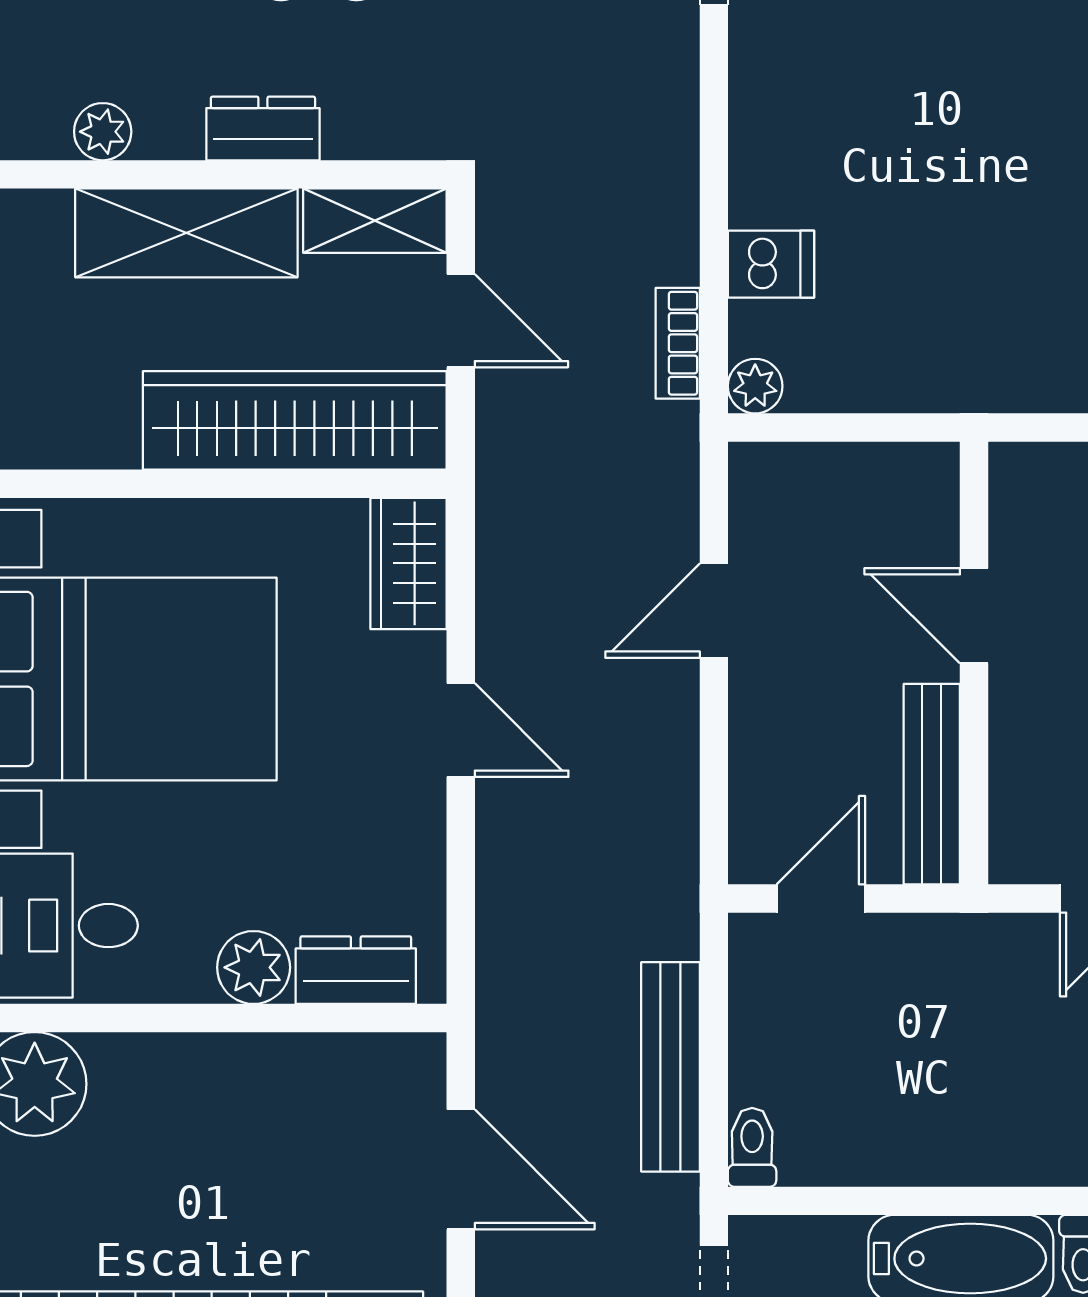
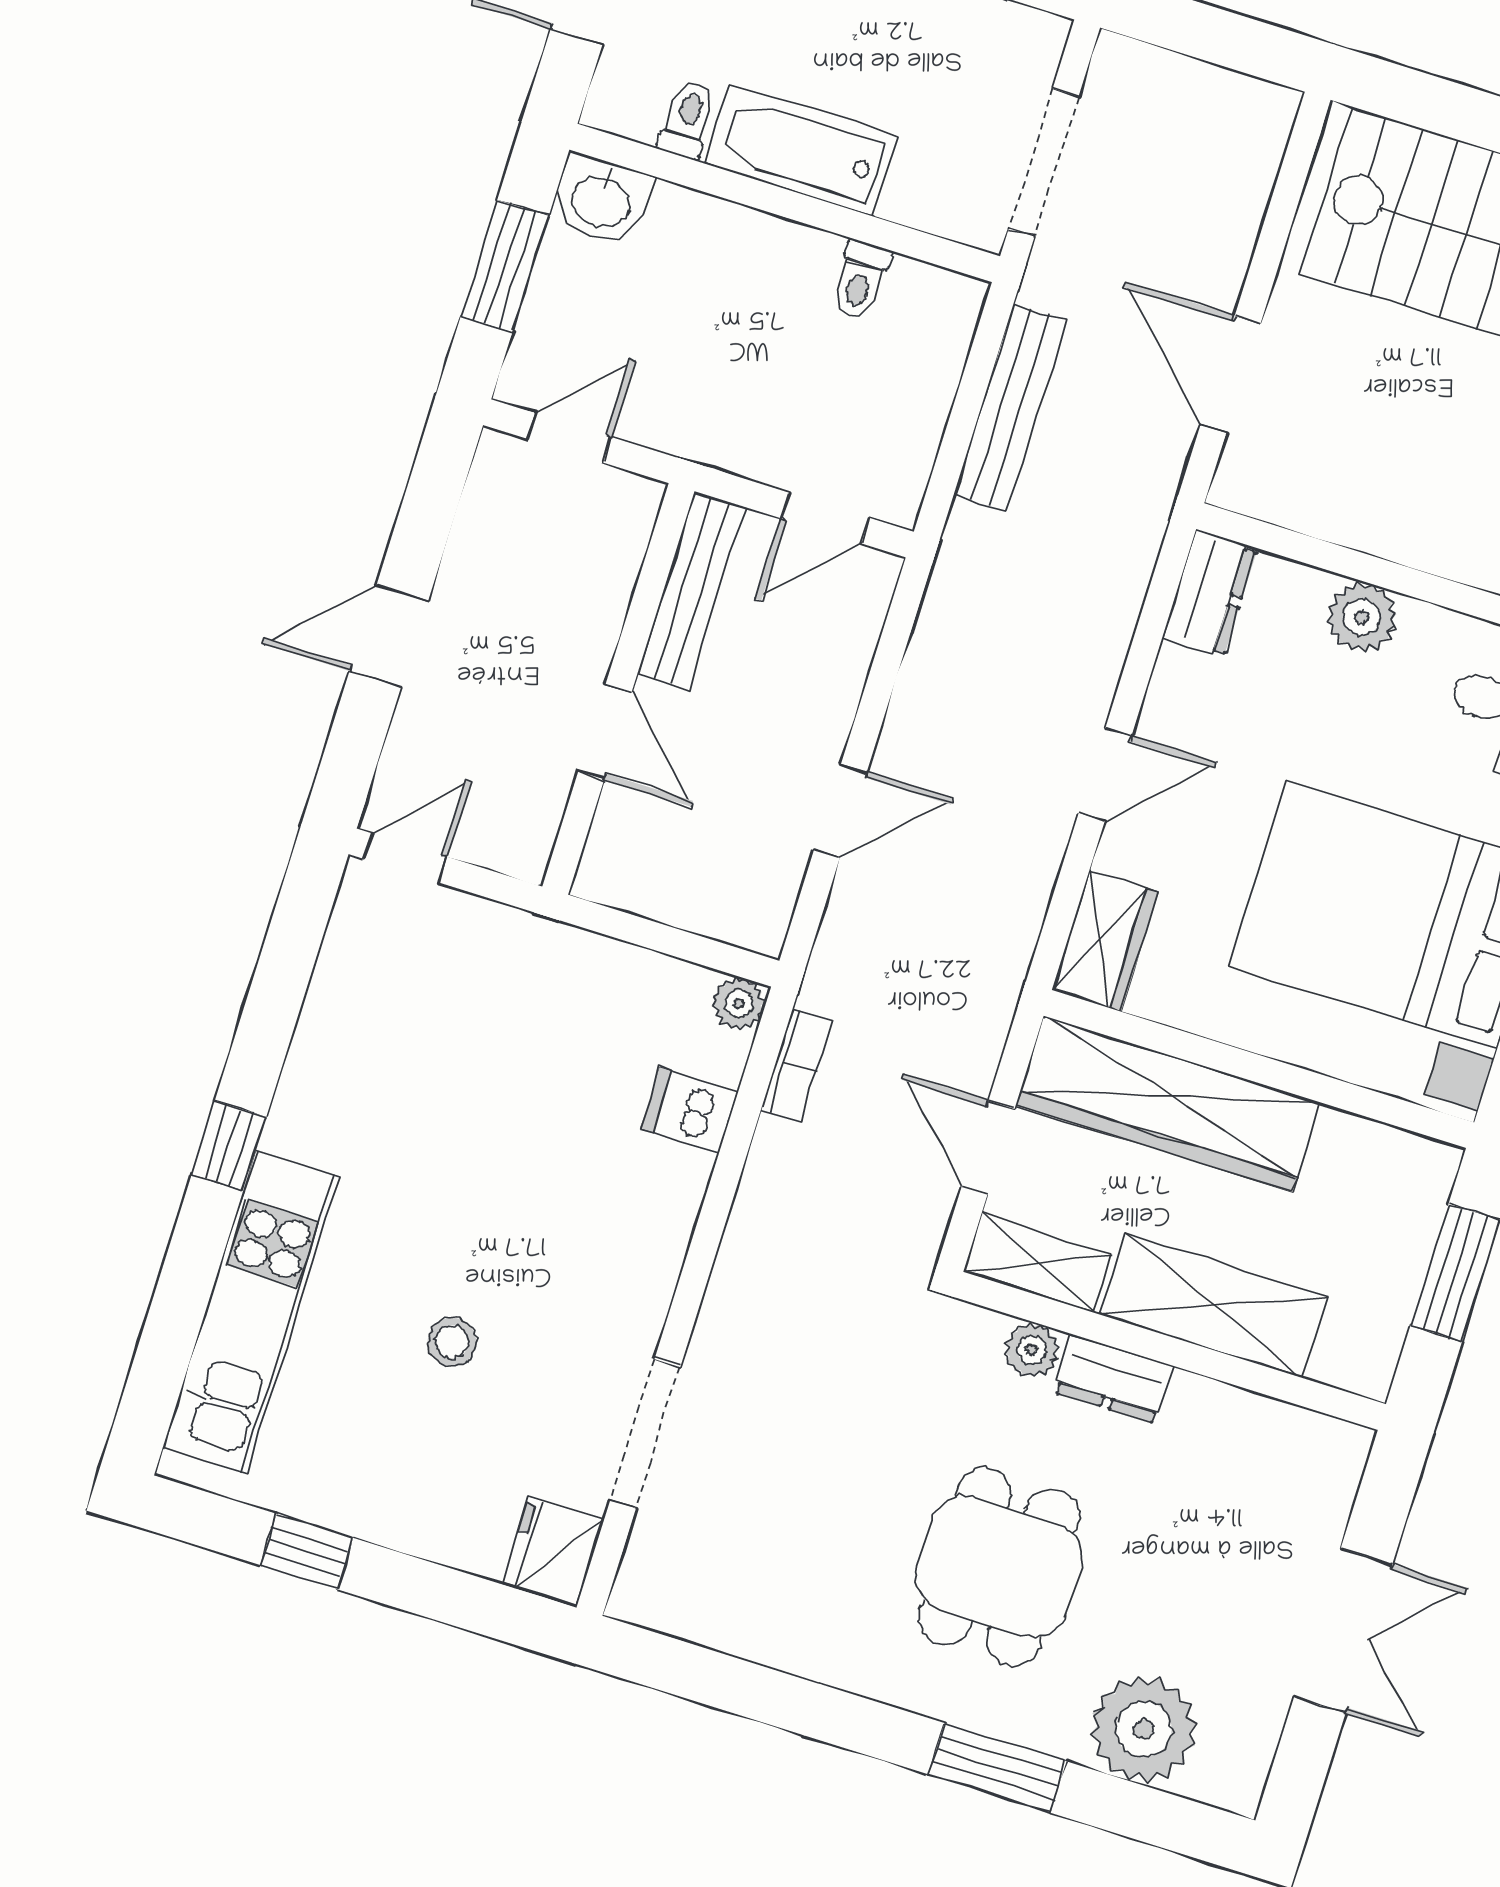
plant: (103, 132) -> (1032, 1350), moved
door: (461, 730) -> (1105, 774), swing flipped
dresser: (356, 970) -> (1210, 593), moved, turned -90
toilet: (752, 1147) -> (860, 280), moved

